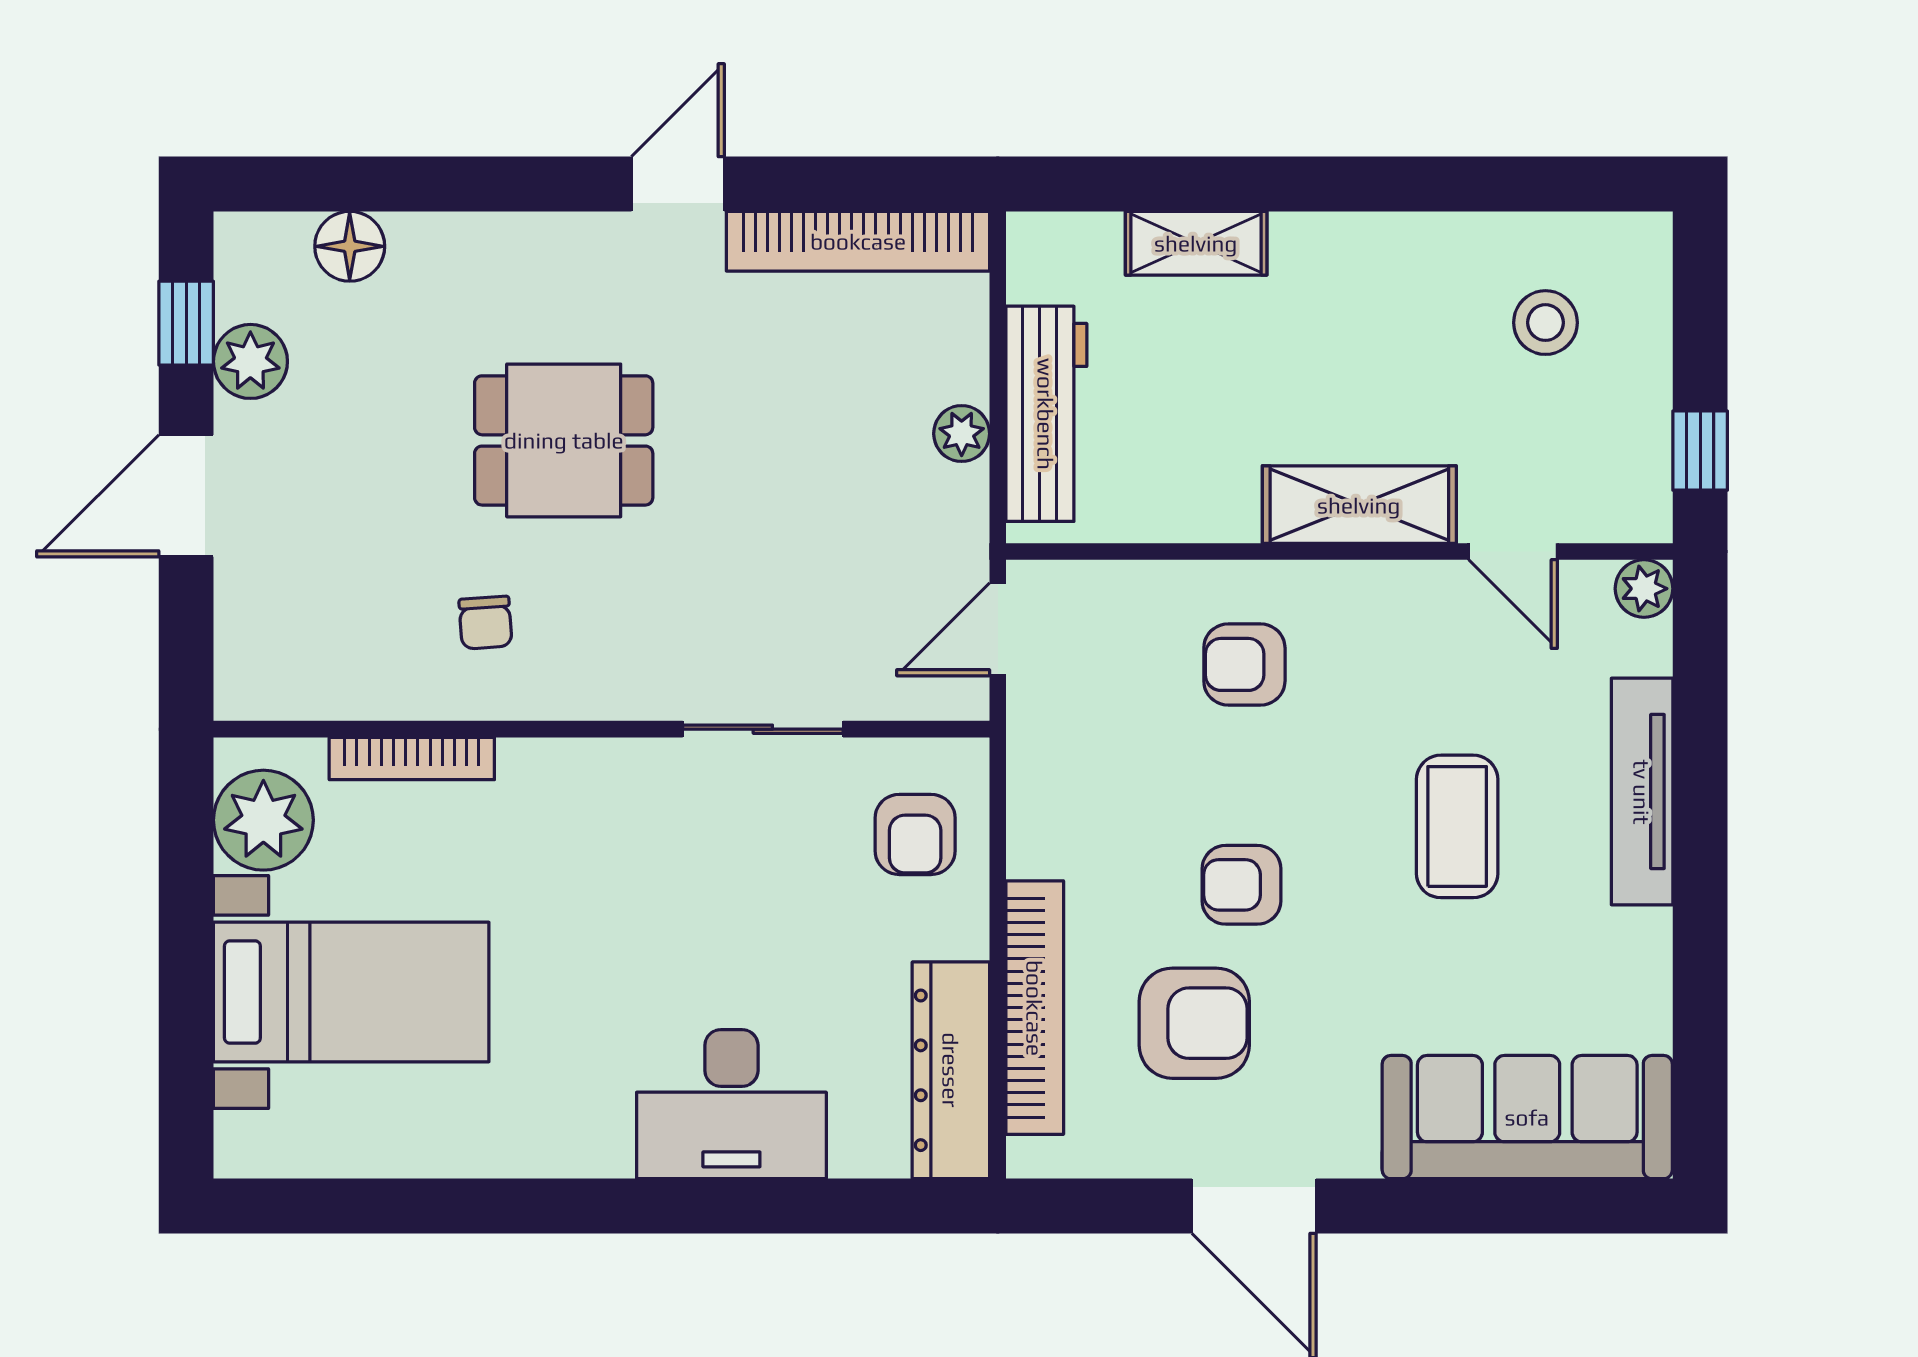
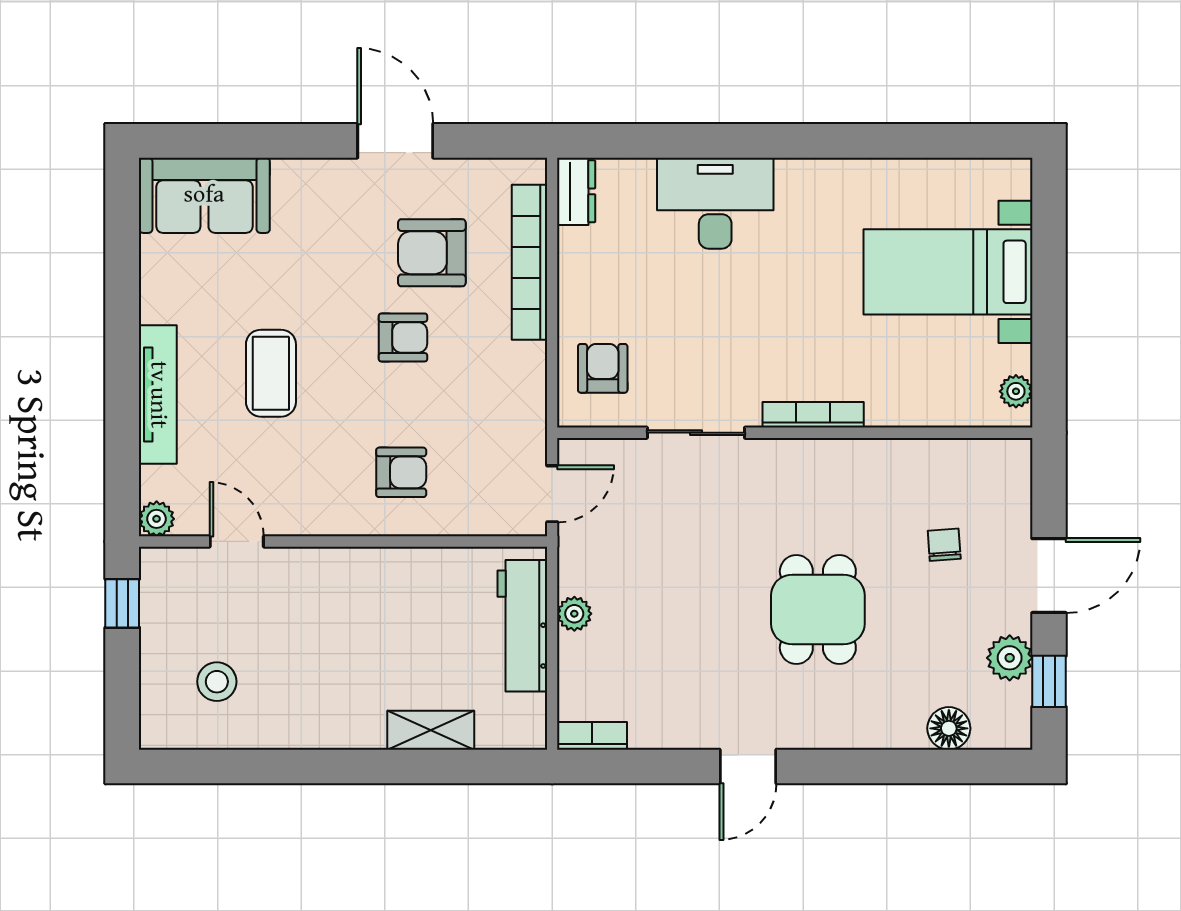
bookcase: (858, 241) -> (592, 736), width x0.43, depth x0.76
dining table: (564, 440) -> (818, 610), turned 90
shelving: (1359, 505) -> (331, 570), removed
chair: (485, 623) -> (944, 545), moved
bookcase: (412, 759) -> (813, 415), moved
plant: (263, 820) -> (1016, 391), width x0.53, depth x0.53
dresser: (951, 1070) -> (576, 191), width x0.51, depth x0.80
sofa: (1527, 1117) -> (204, 195), width x0.73

